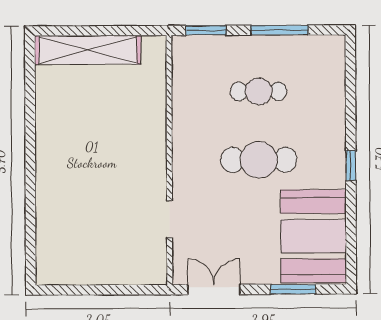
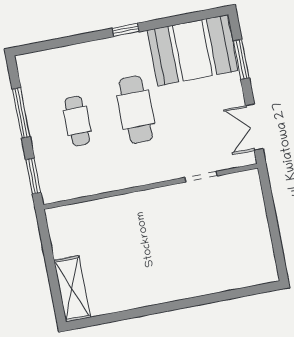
shelving: (88, 50) -> (72, 289), width x0.68

